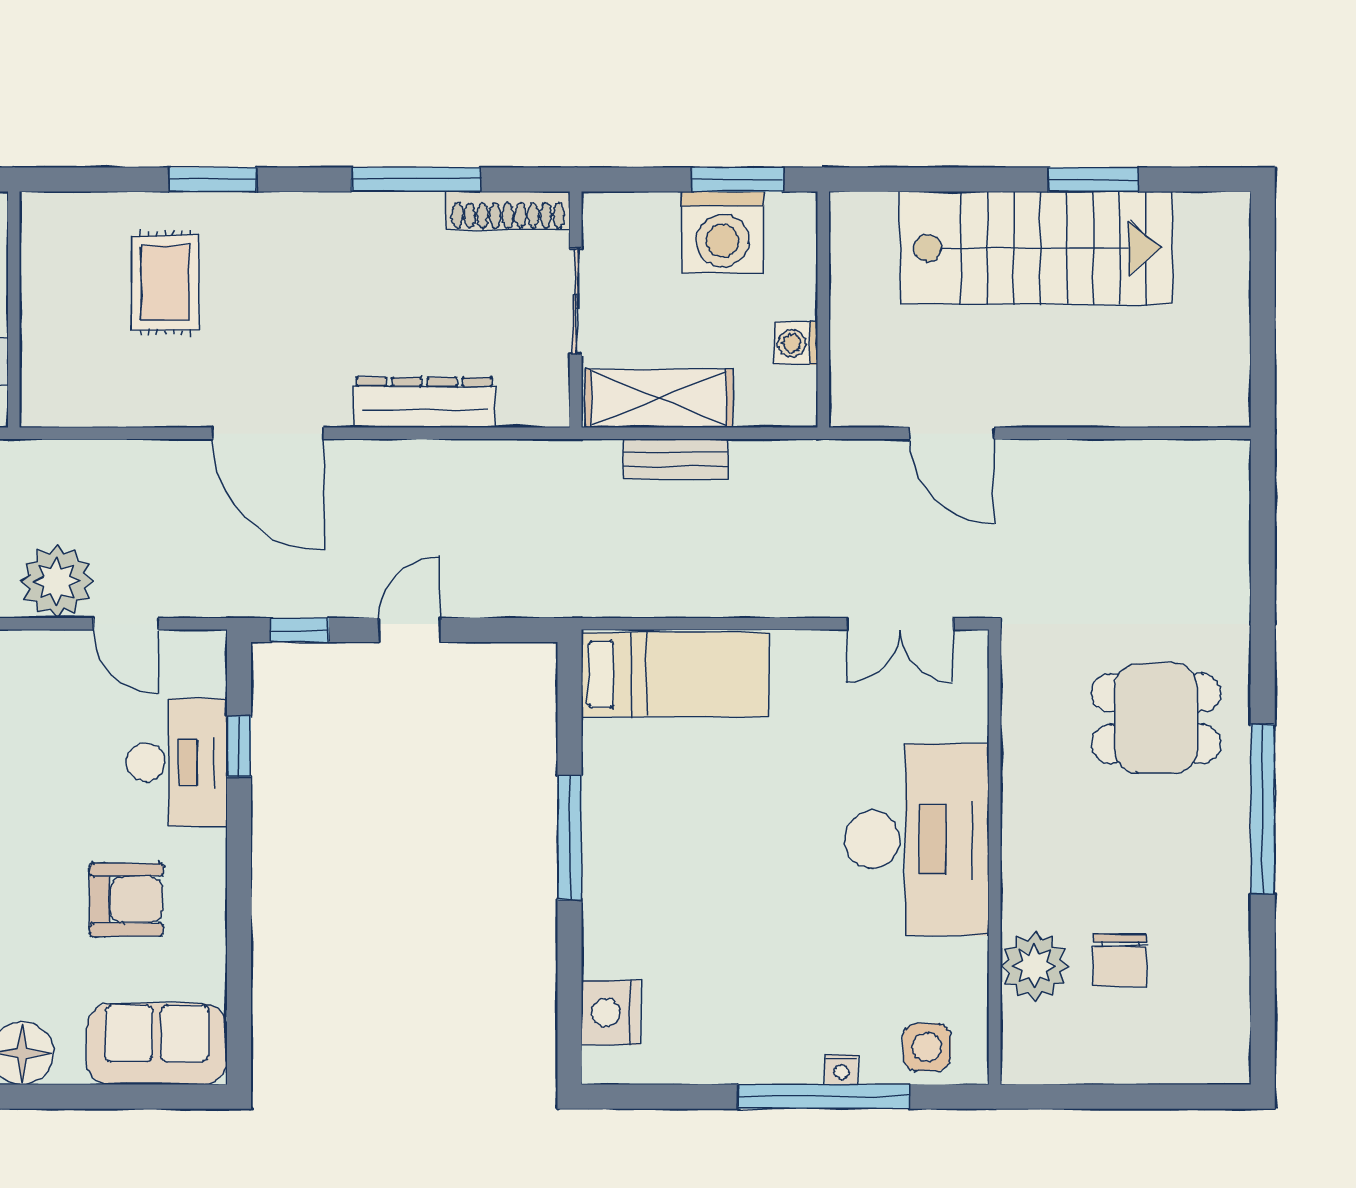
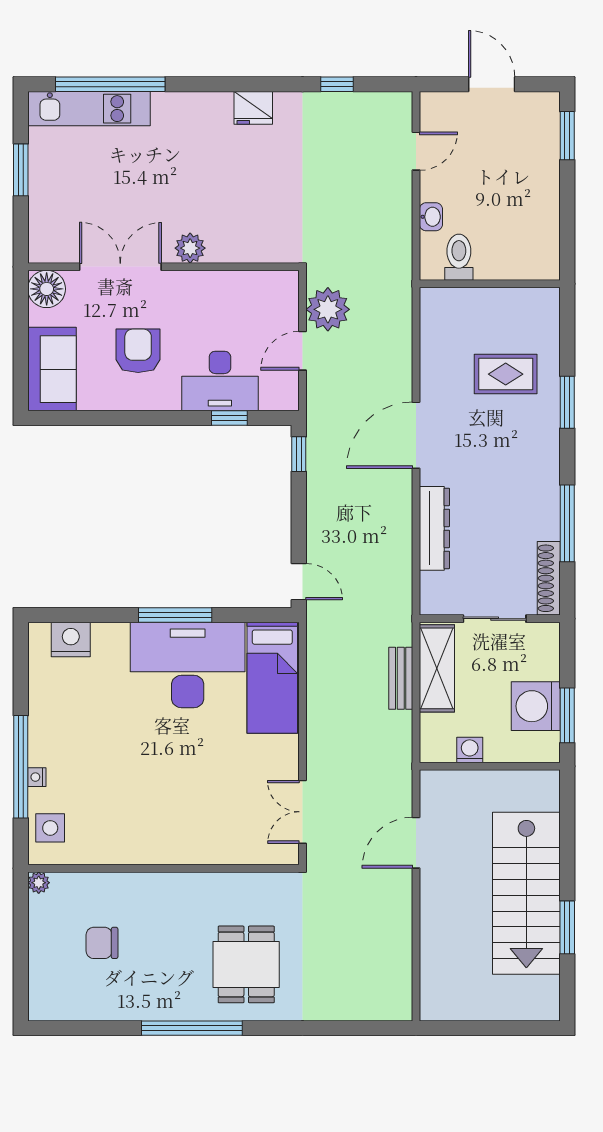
door: (409, 630) -> (299, 582), moved
desk: (917, 840) -> (188, 665), moved, turned 180
armchair: (126, 900) -> (138, 351), turned 180
plant: (1035, 966) -> (39, 883), moved, width x0.53, depth x0.53

